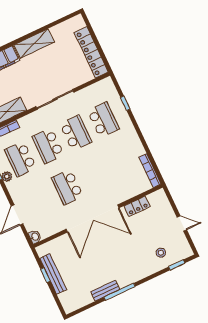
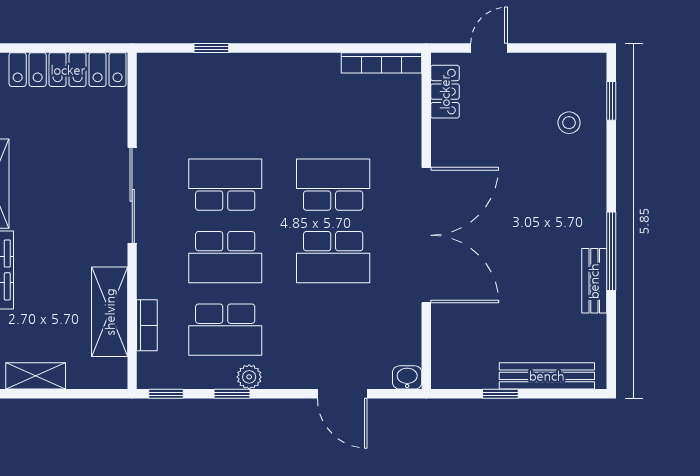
school desk: (103, 120) -> (333, 185), moved
locker: (137, 206) -> (445, 92), moved
door: (182, 223) -> (489, 48), moved
bench: (53, 274) -> (547, 376), moved

